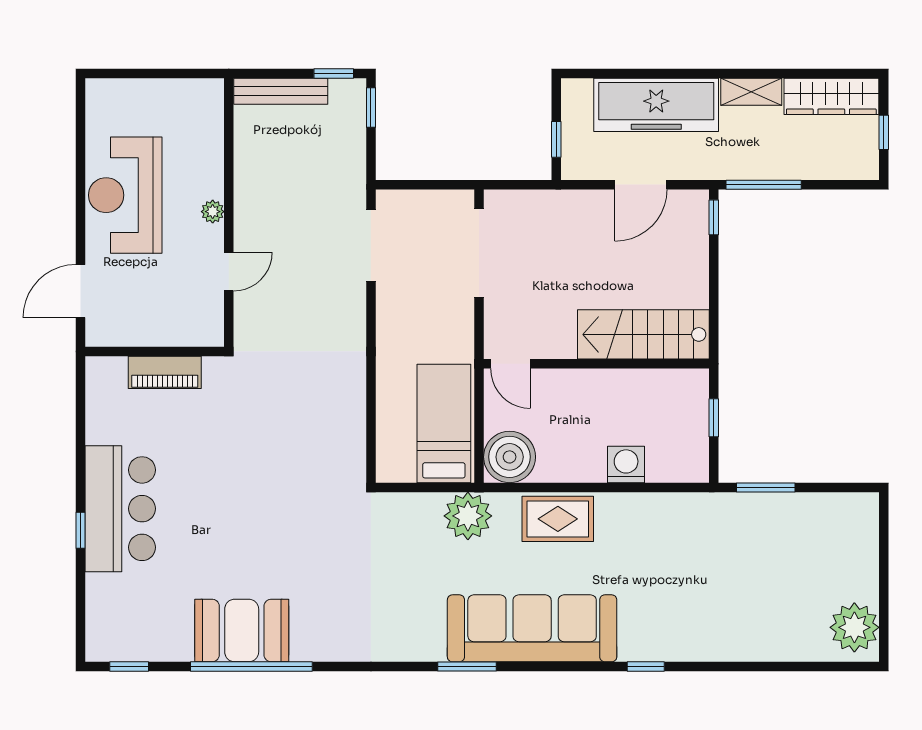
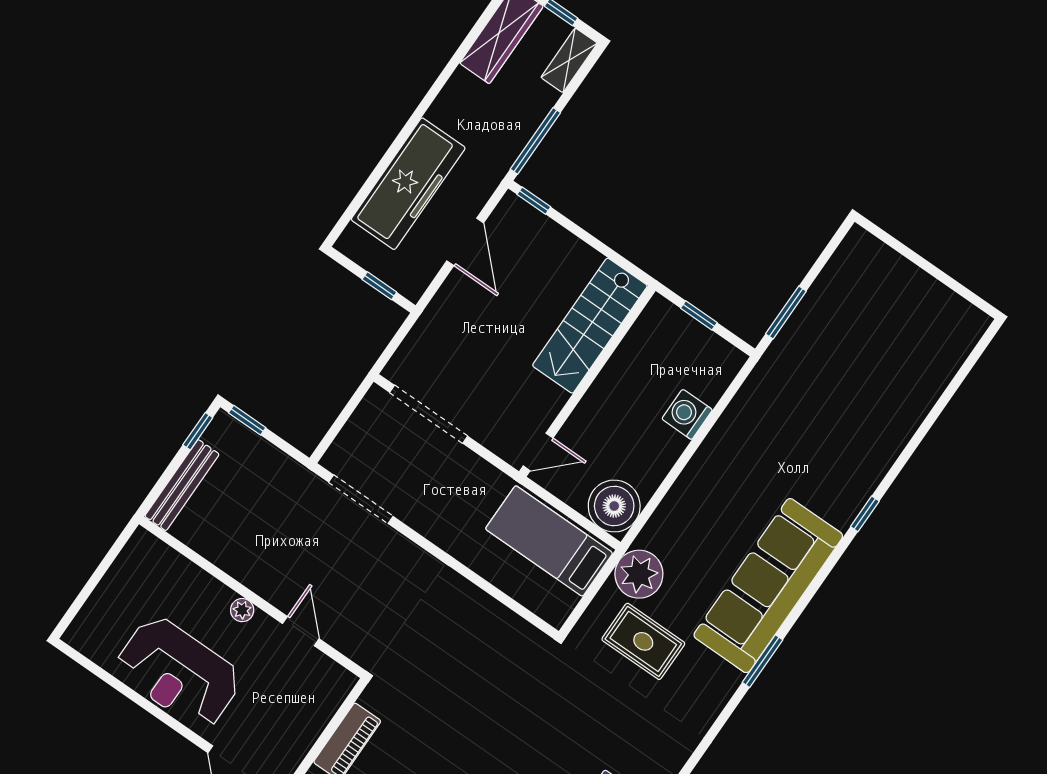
shelving: (751, 92) -> (569, 60), moved
rug: (558, 519) -> (643, 641), moved, turned 90
plant: (854, 627) -> (952, 320), removed

